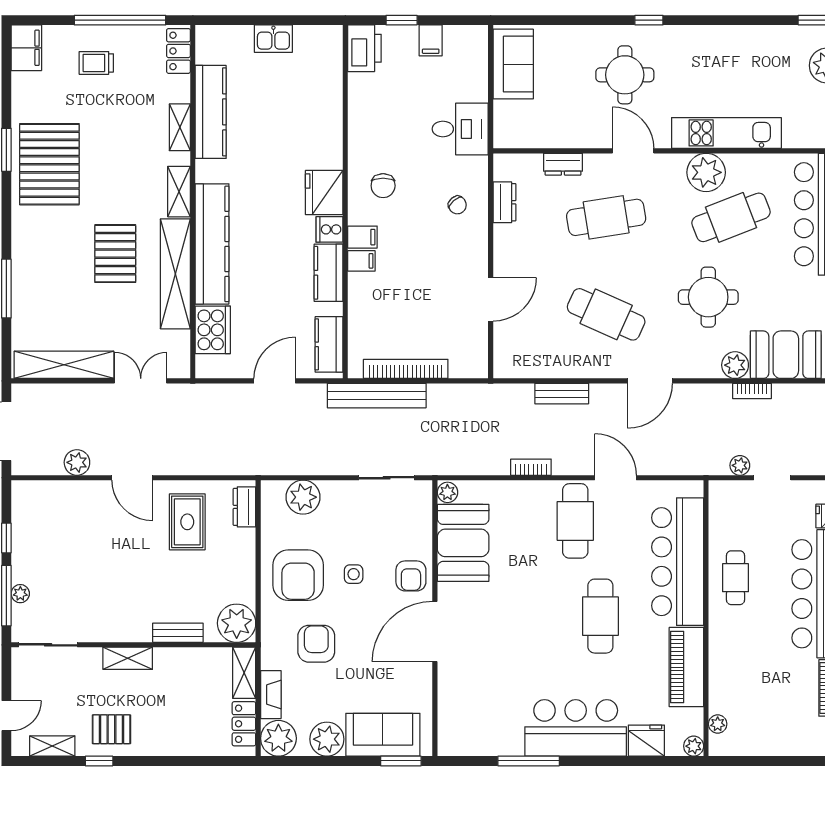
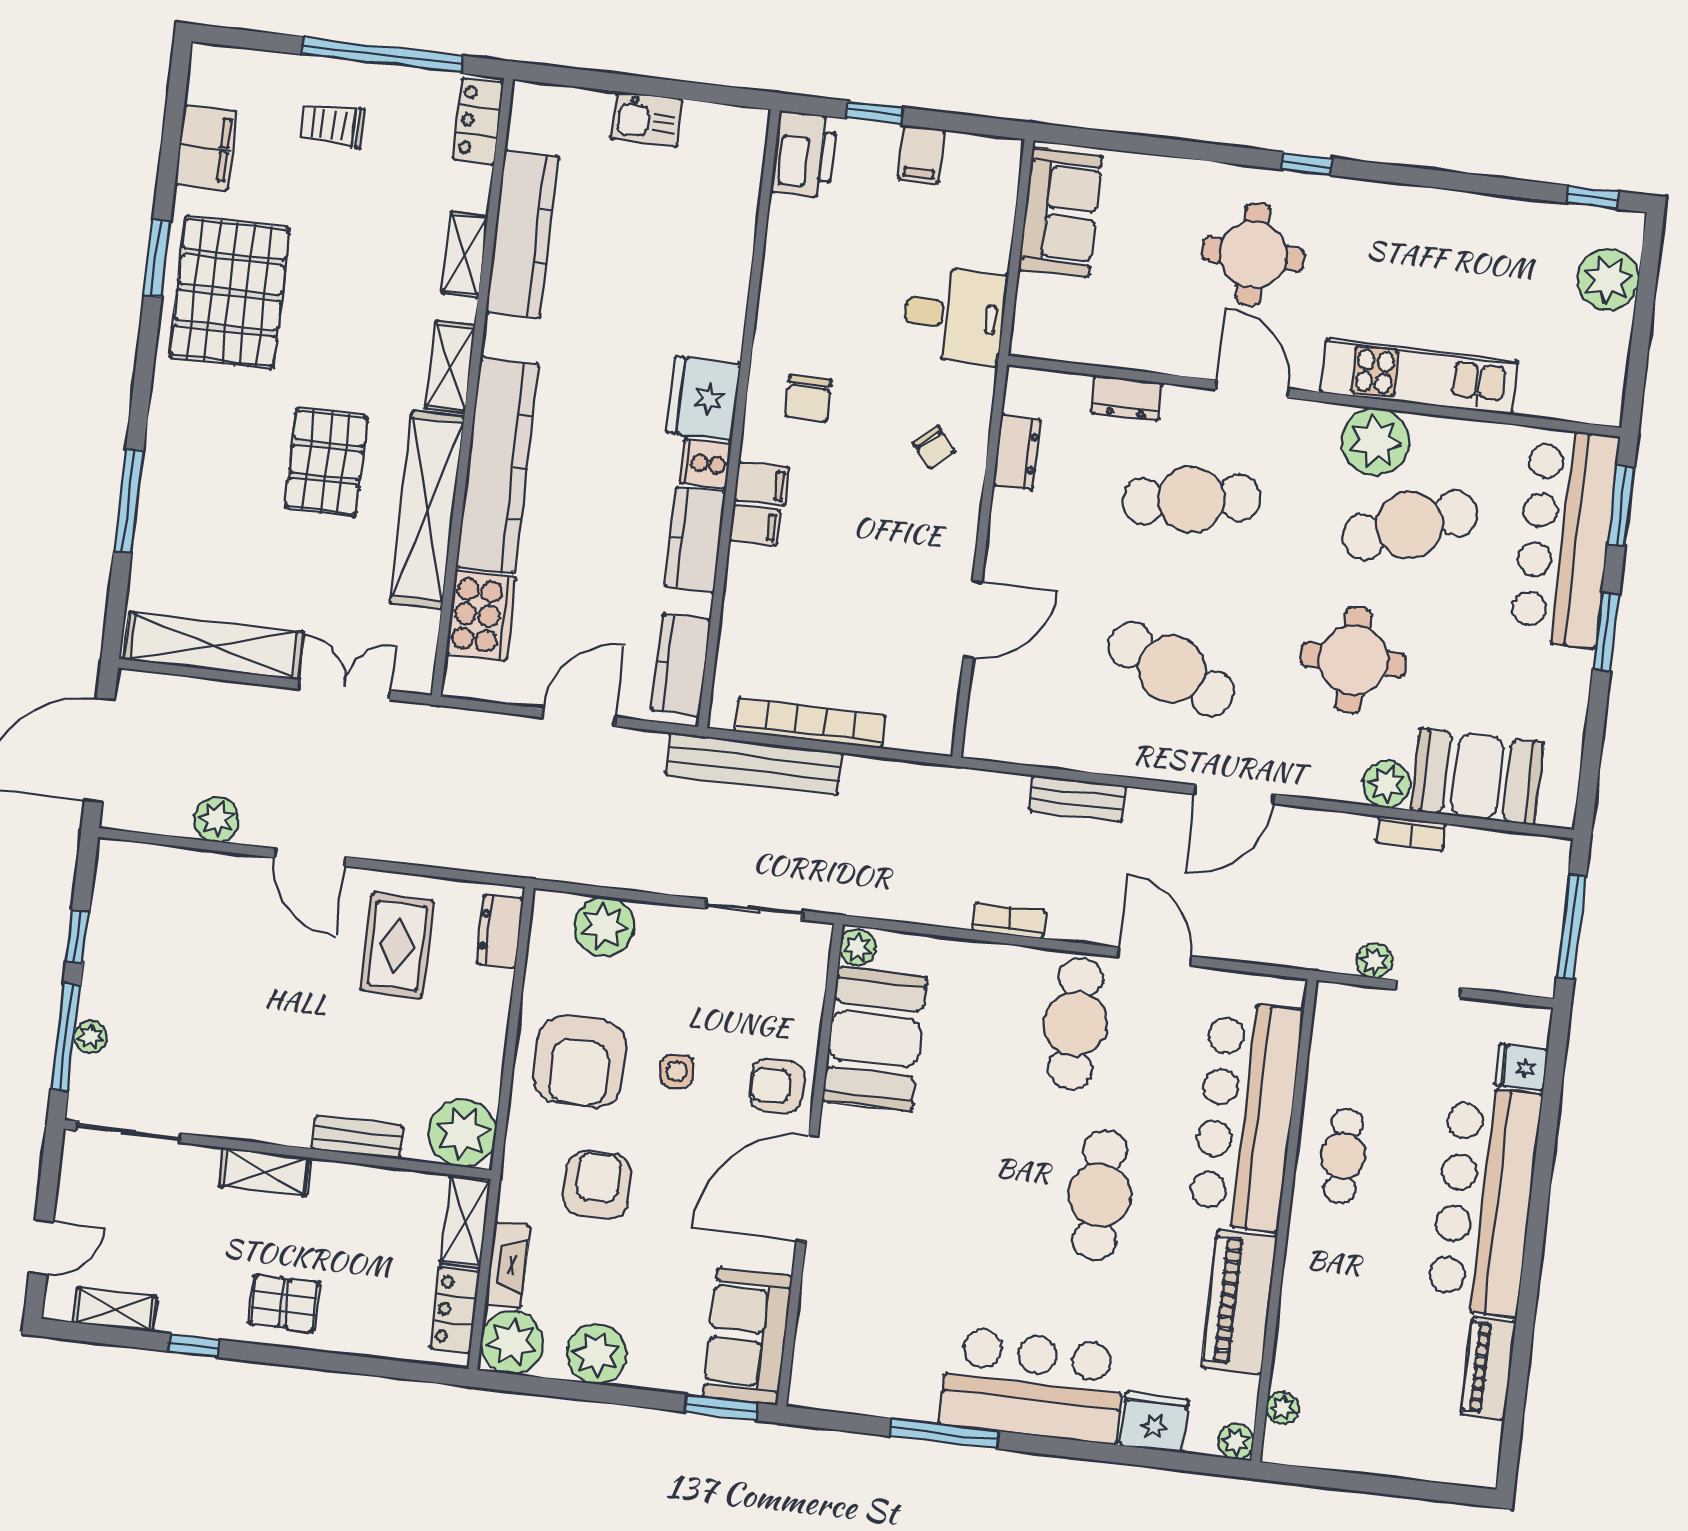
filing cabinet: (26, 48) -> (206, 148), moved
armchair: (411, 576) -> (777, 1086), turned 90
pallet: (111, 729) -> (284, 1303), moved
sofa: (383, 735) -> (748, 1336), moved, turned -90

